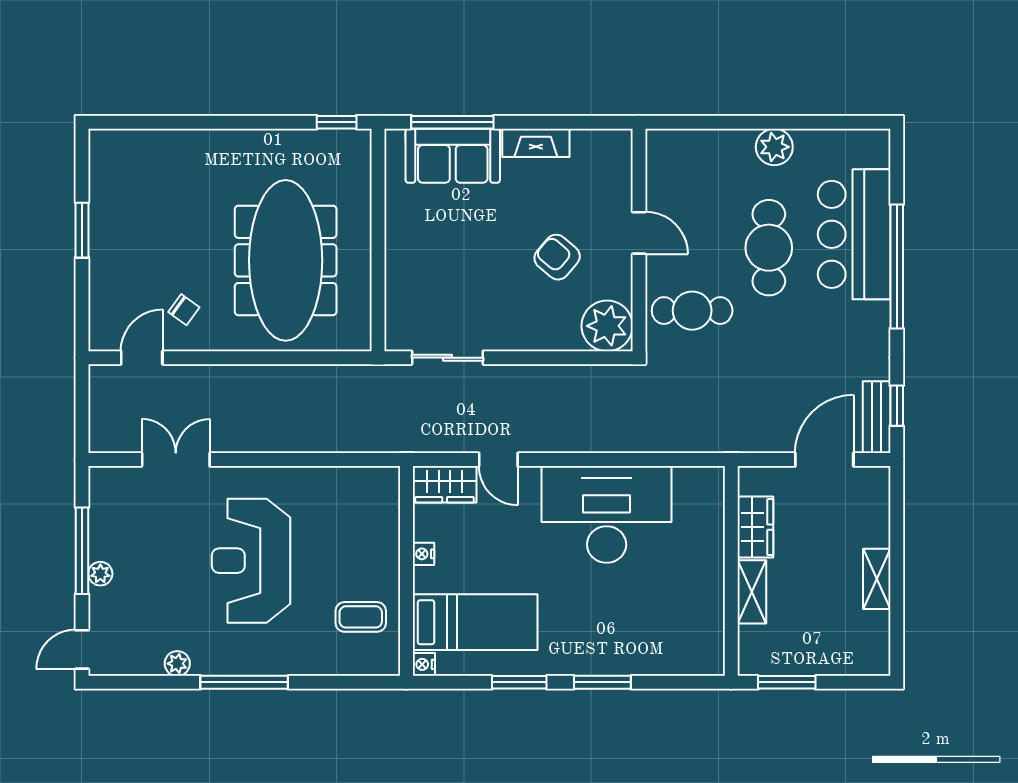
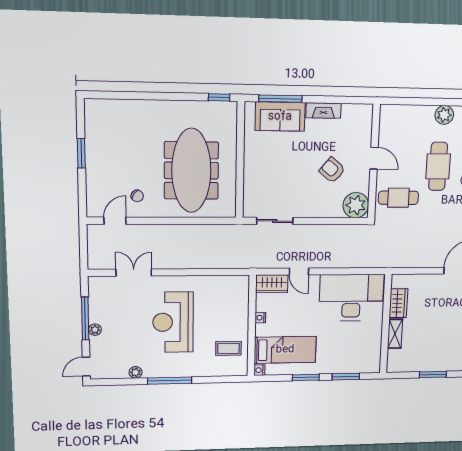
wardrobe: (755, 527) -> (398, 303), moved
wall: (731, 571) -> (386, 324), moved
shelving: (752, 592) -> (395, 334), moved

